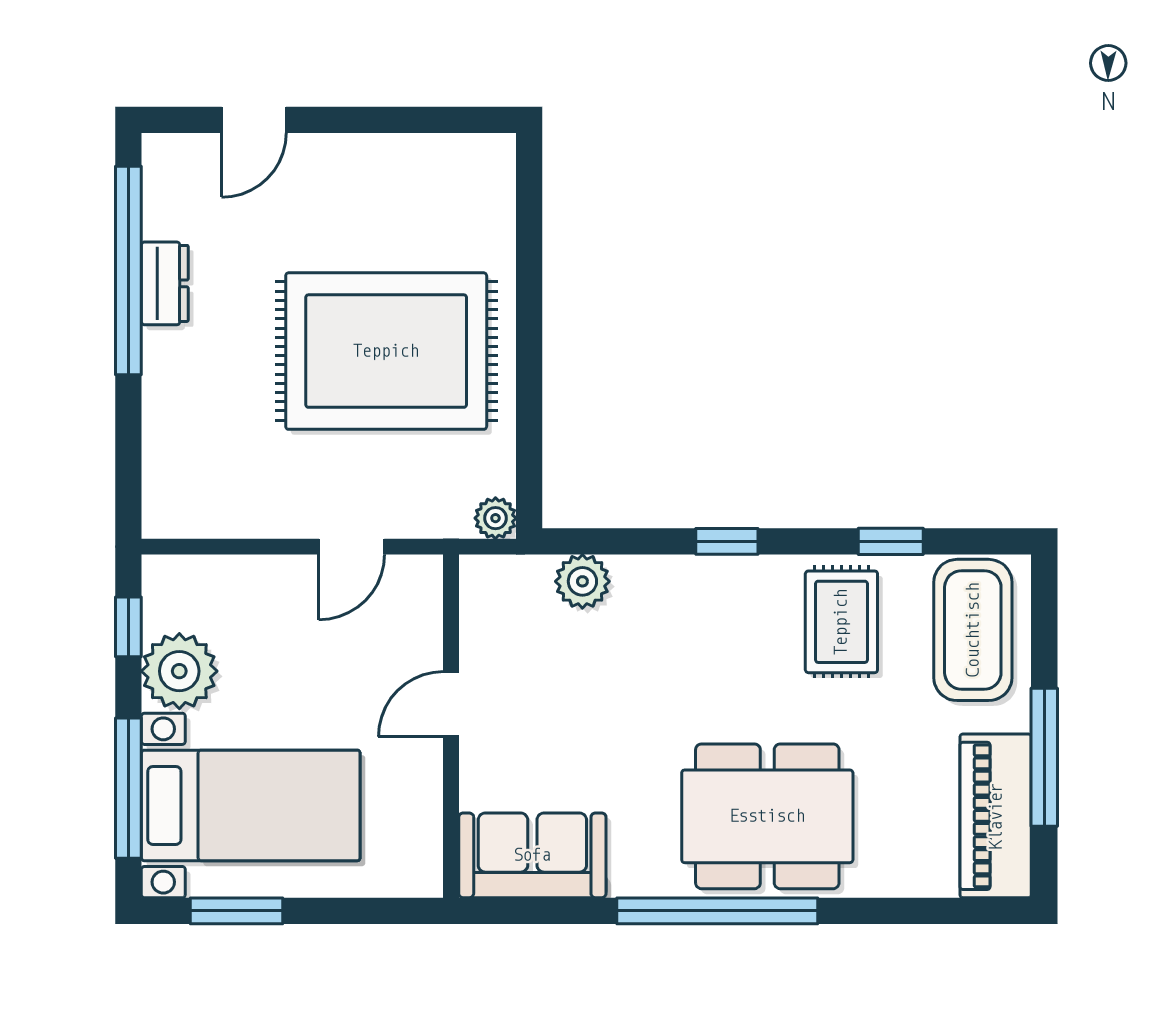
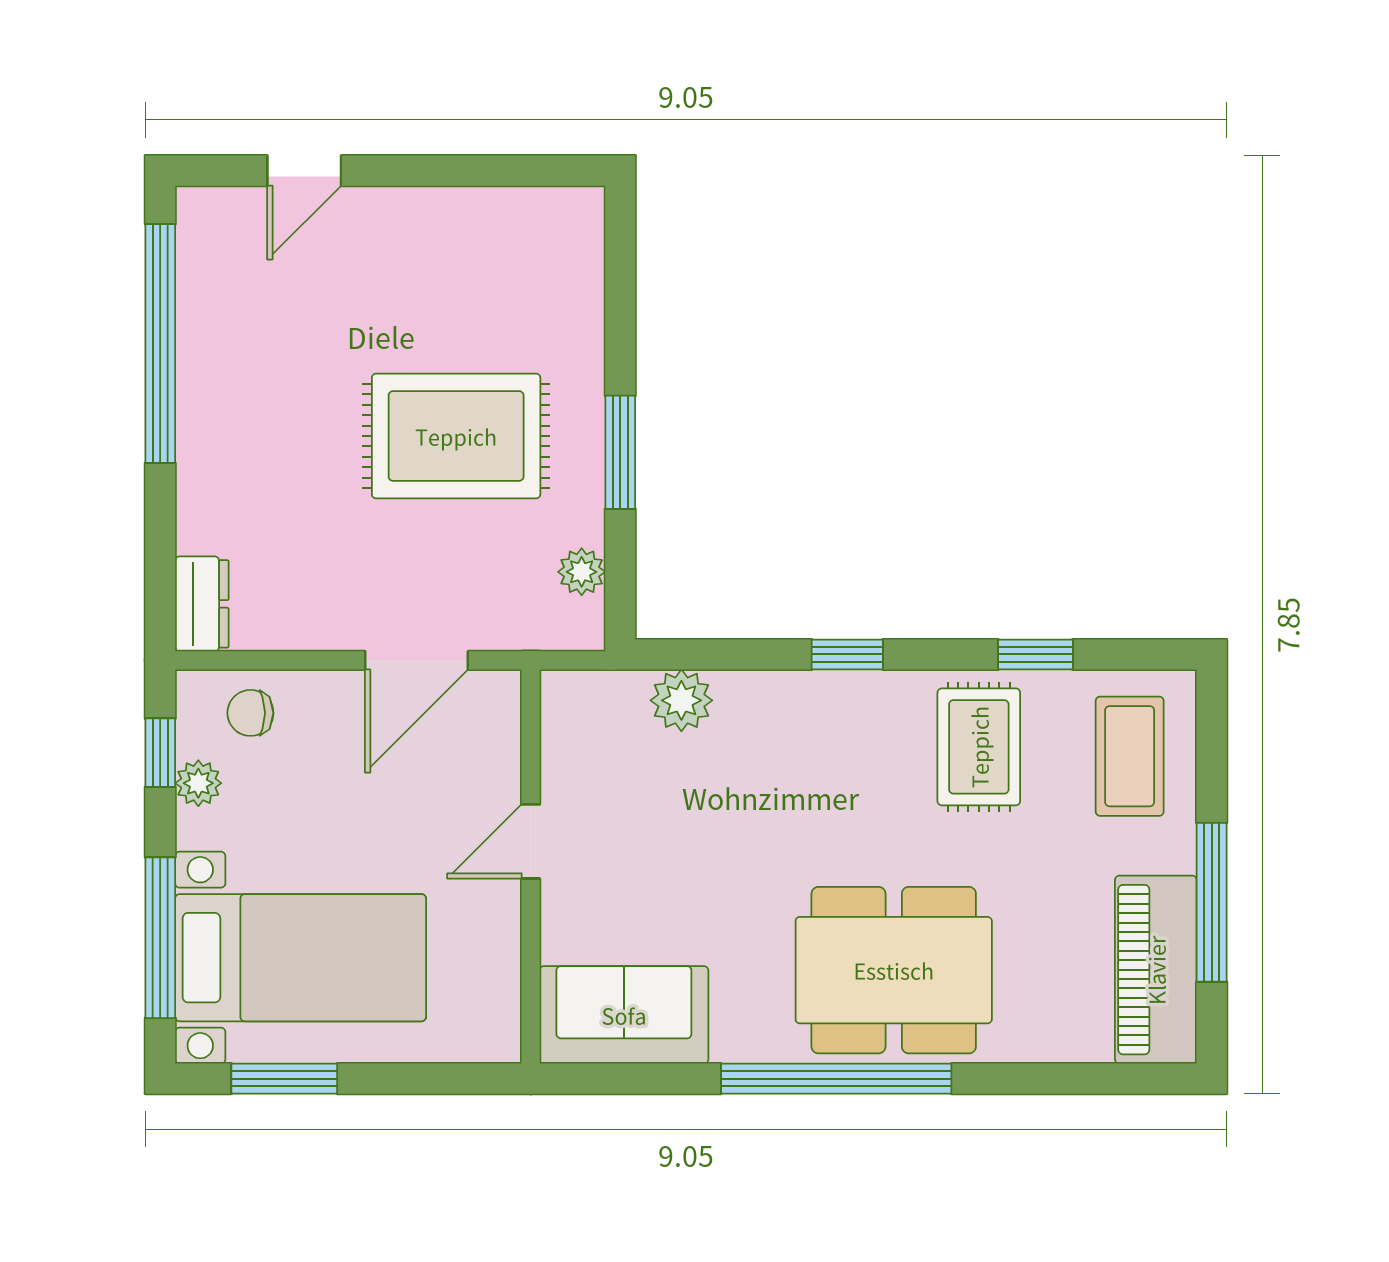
dresser: (165, 283) -> (202, 604), moved
rug: (386, 351) -> (456, 436), width x0.73, depth x0.69
window: (529, 365) -> (620, 452), added
plant: (495, 518) -> (582, 572), moved
door: (352, 547) -> (417, 660), width x1.37
chair: (207, 592) -> (250, 713), added
coffee table: (973, 630) -> (1130, 756), width x0.73, depth x0.76
plant: (179, 671) -> (198, 783), width x0.53, depth x0.53

